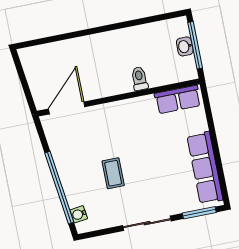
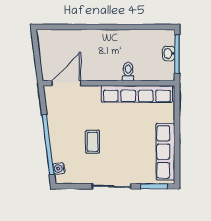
row of seats: (178, 99) -> (137, 94), width x2.02

